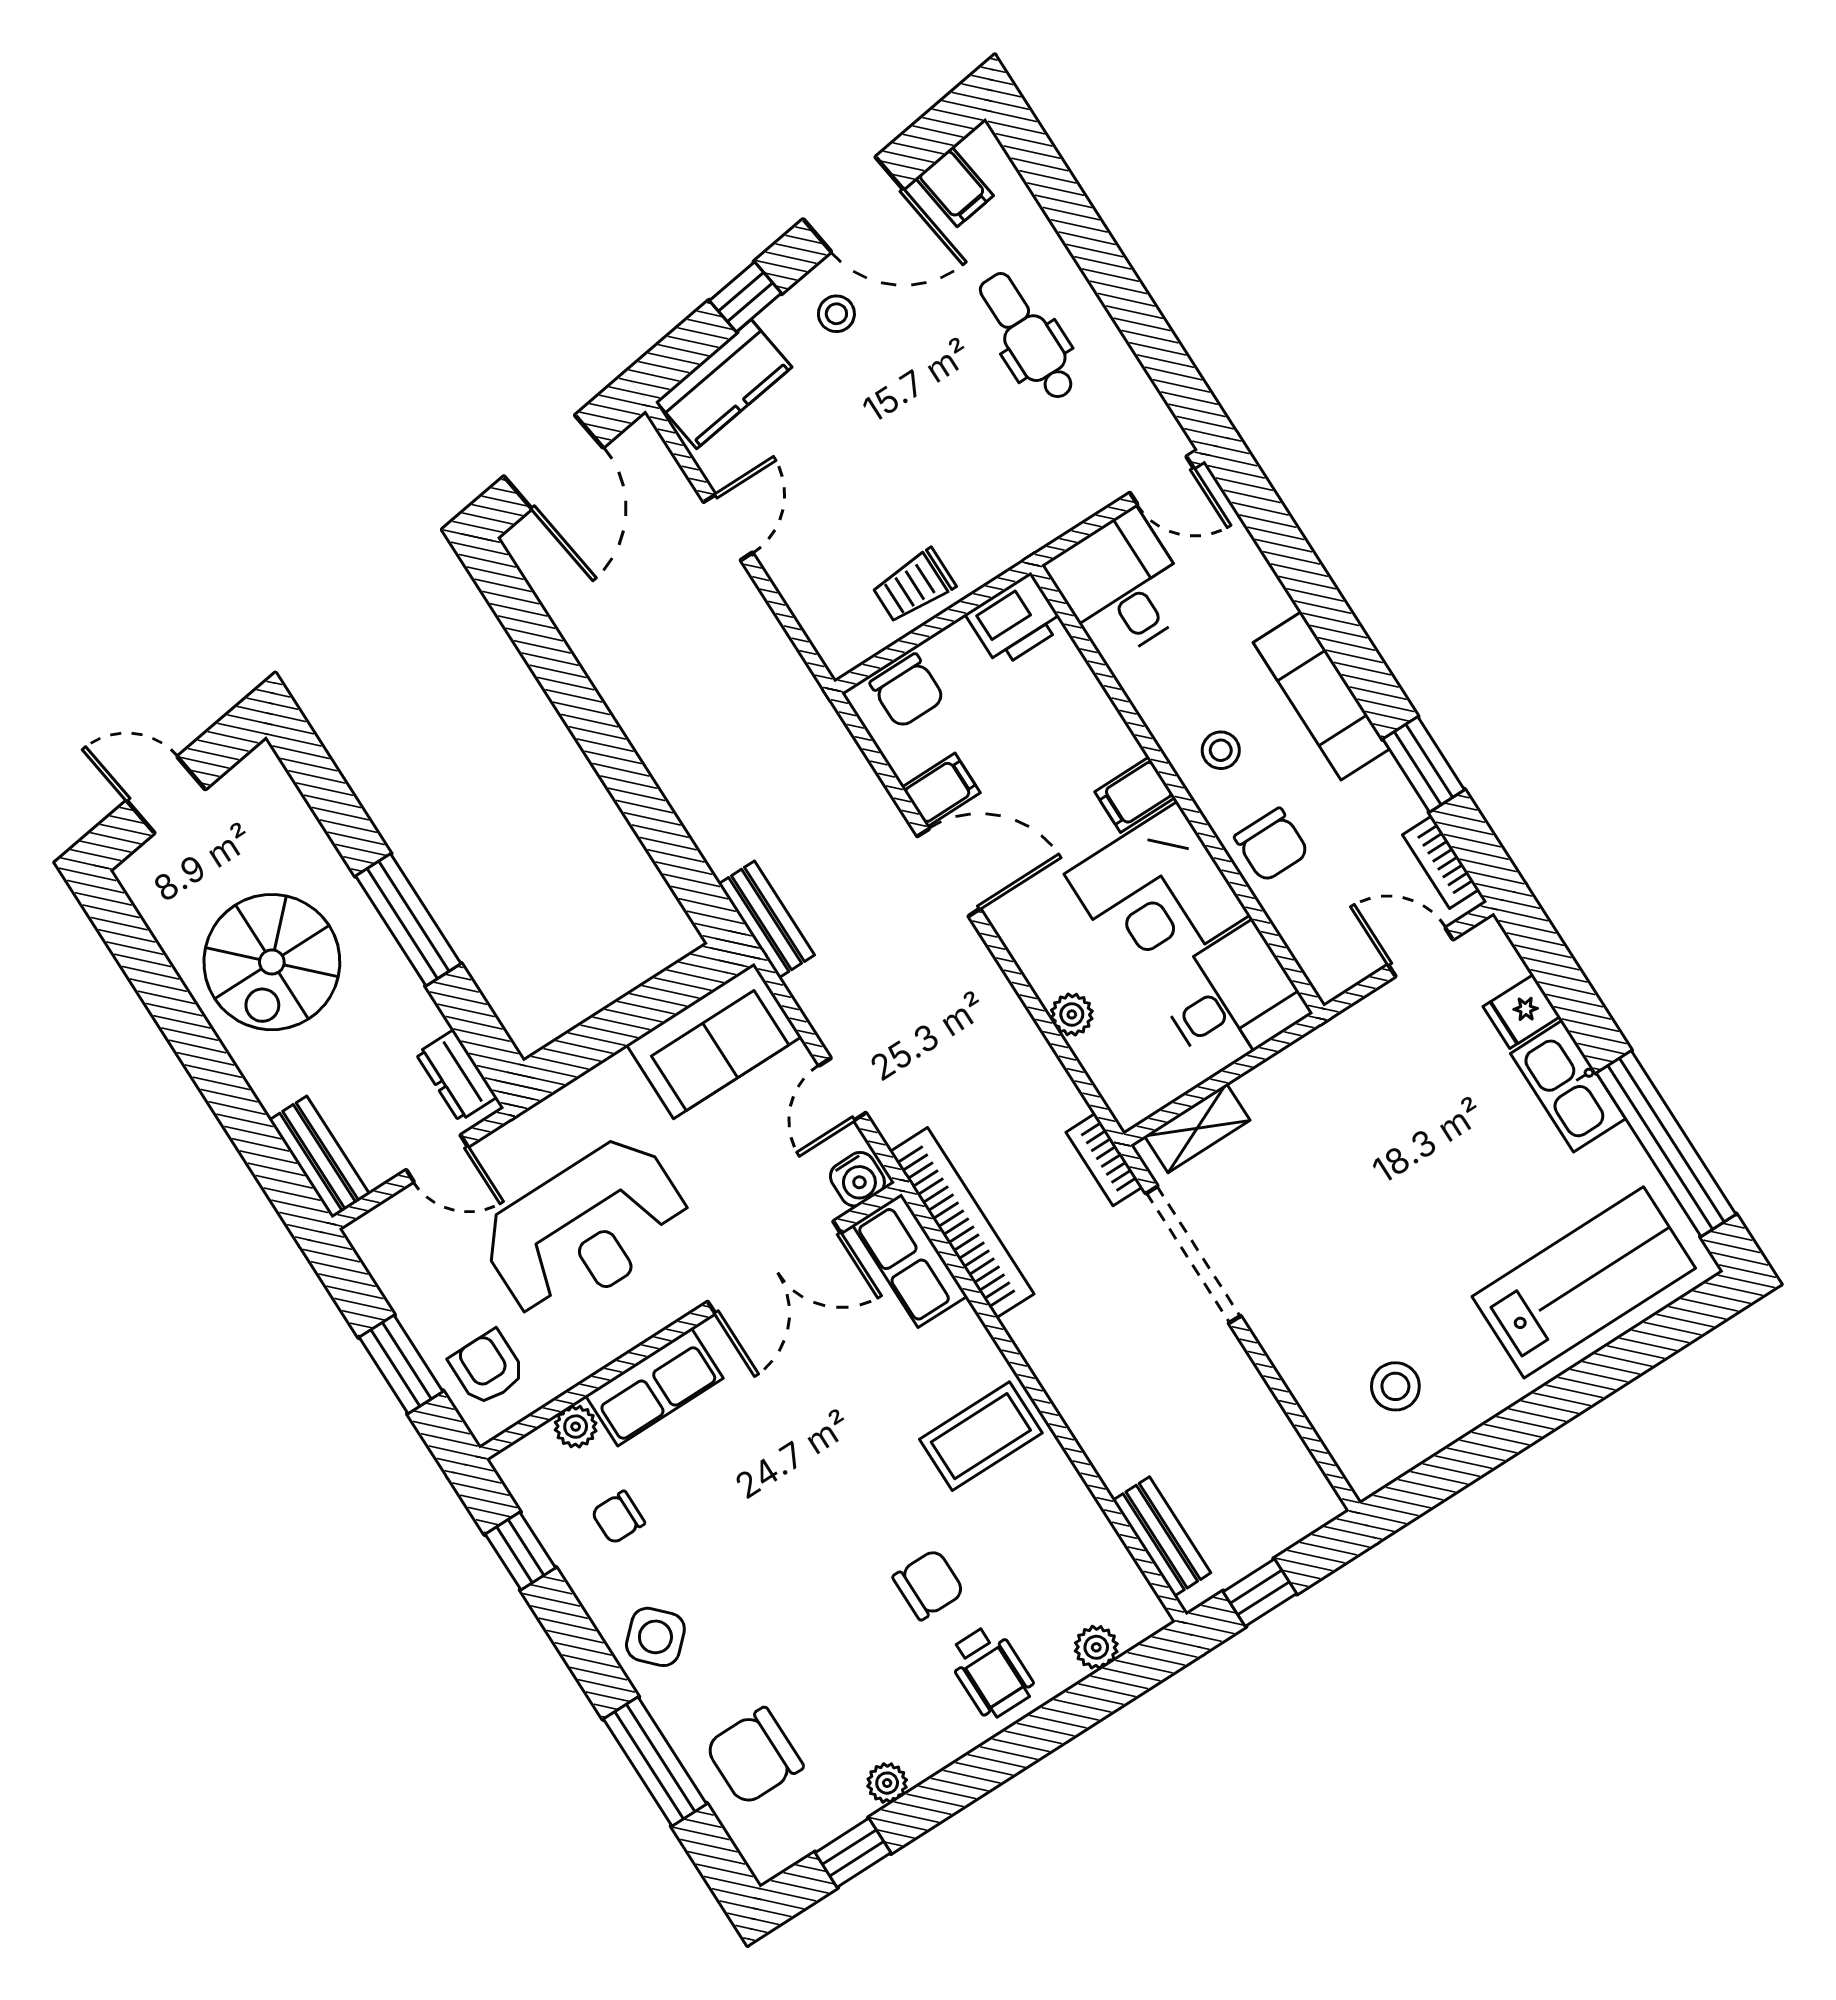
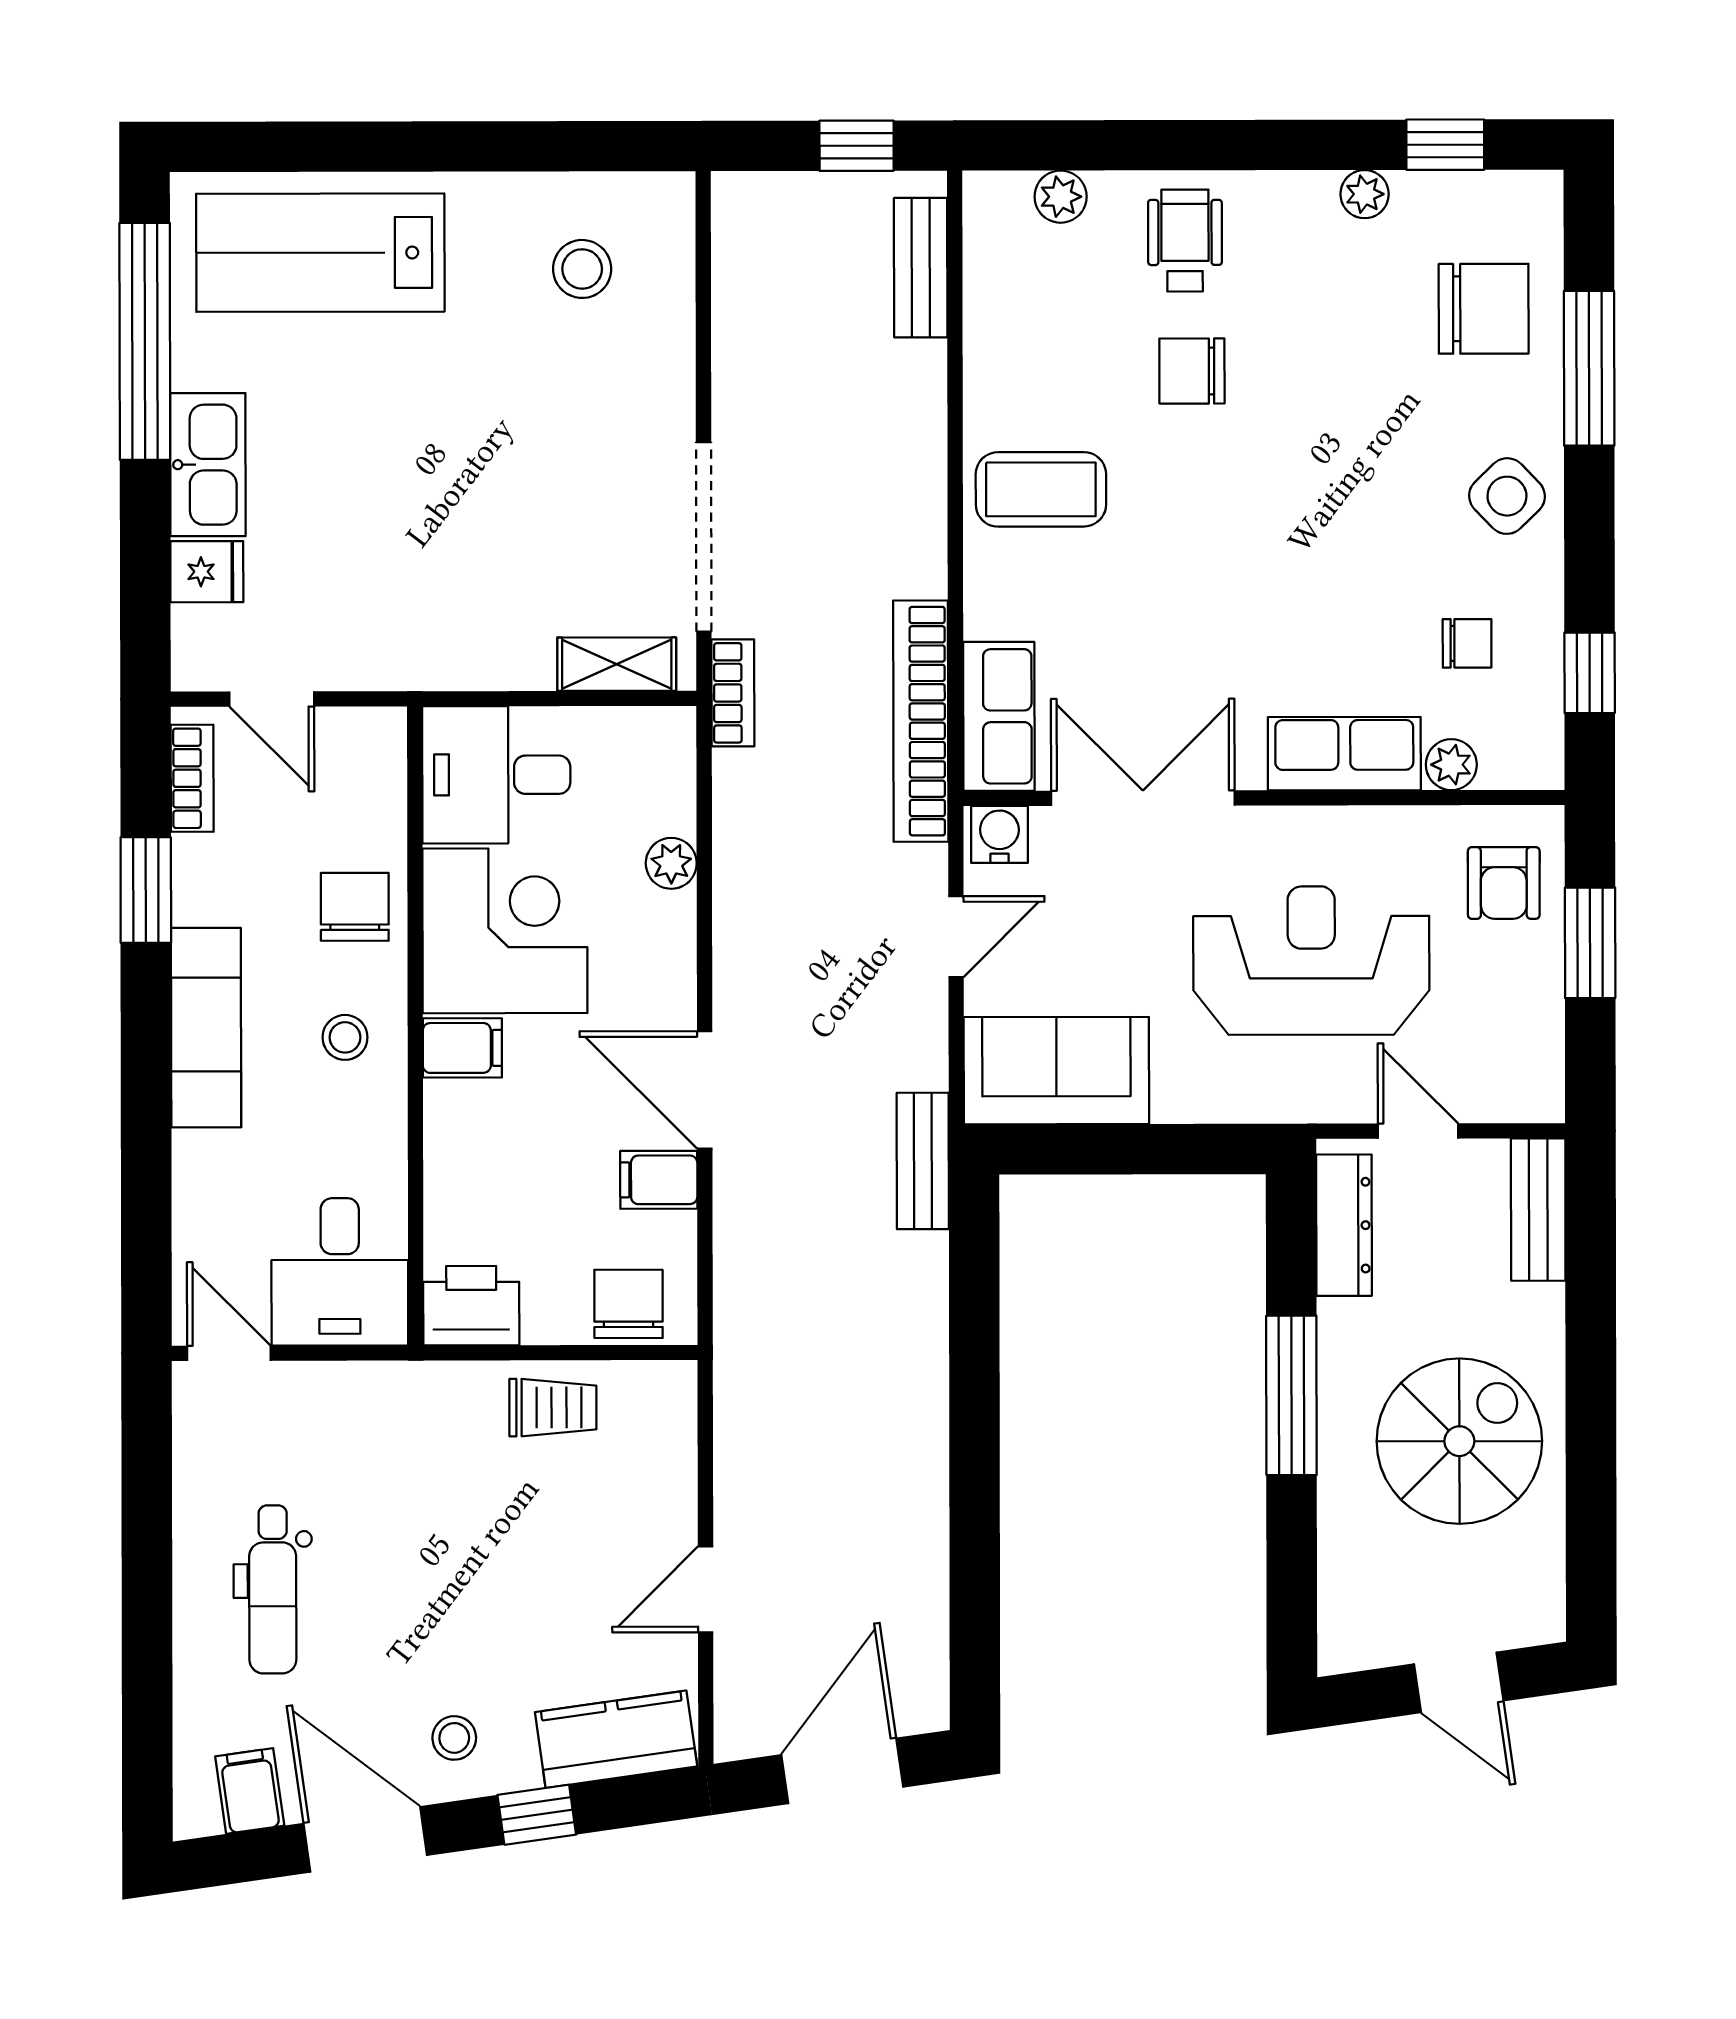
dresser: (456, 1075) -> (1344, 1225), width x1.44

